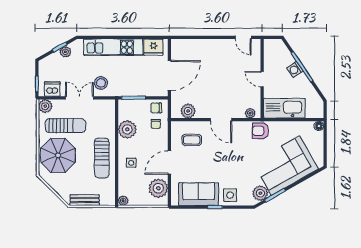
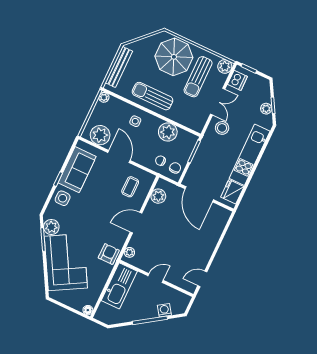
washing machine: (295, 69) -> (164, 310), moved
bench: (85, 200) -> (119, 67), width x1.36

